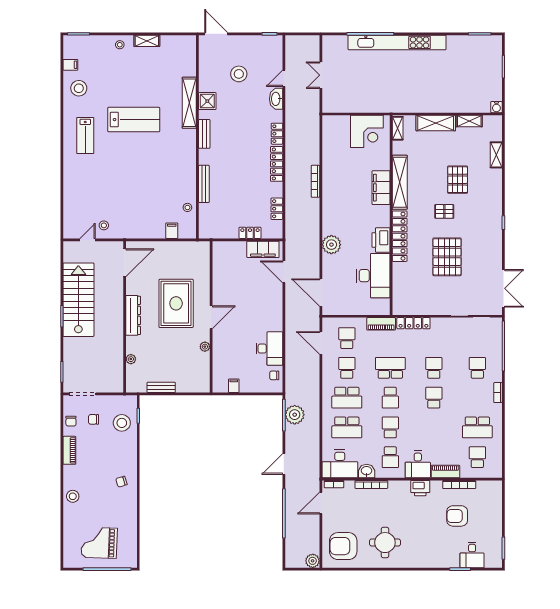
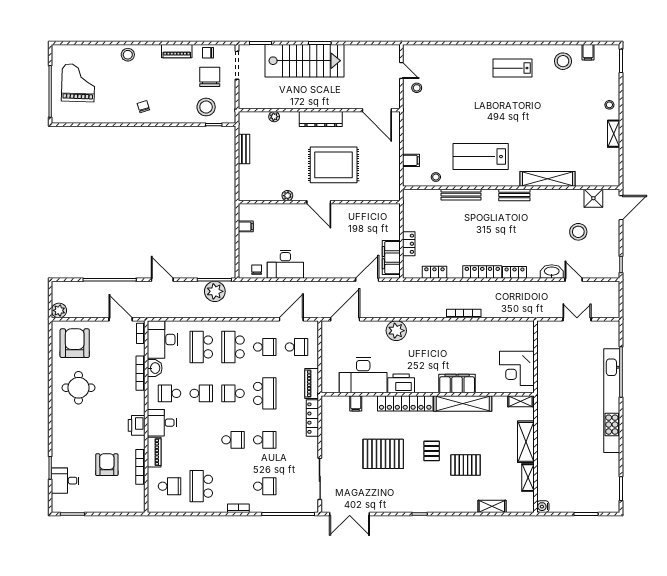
shower: (207, 101) -> (593, 198), moved
lab bench: (134, 120) -> (481, 157), moved, turned 90
filing cabinet: (400, 283) -> (356, 403), added
stairs: (78, 300) -> (304, 61), moved
chair: (94, 419) -> (210, 77), width x1.87, depth x1.87

